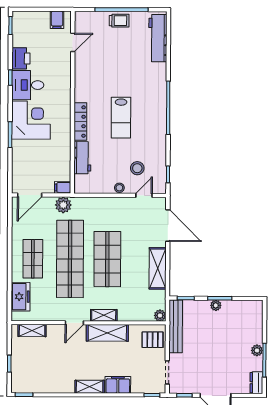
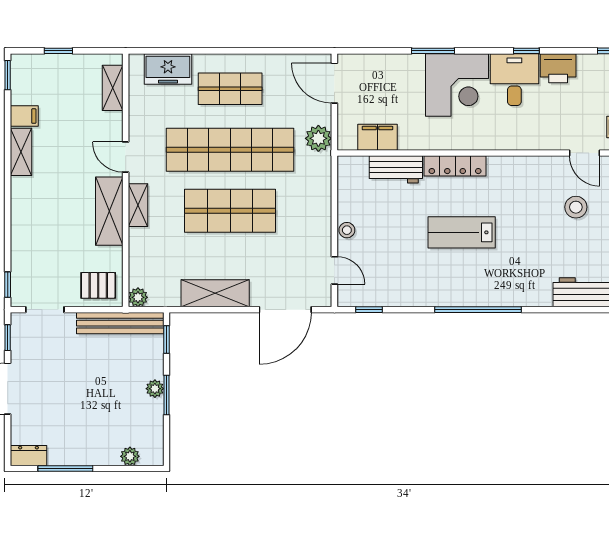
stool: (137, 168) -> (576, 207), moved
filing cabinet: (63, 187) -> (377, 137), moved, width x2.00
pallet: (153, 340) -> (98, 285), turned 90
plant: (257, 350) -> (130, 456), moved
filing cabinet: (118, 385) -> (24, 116), moved, width x0.50
shelving: (90, 387) -> (21, 152), moved

